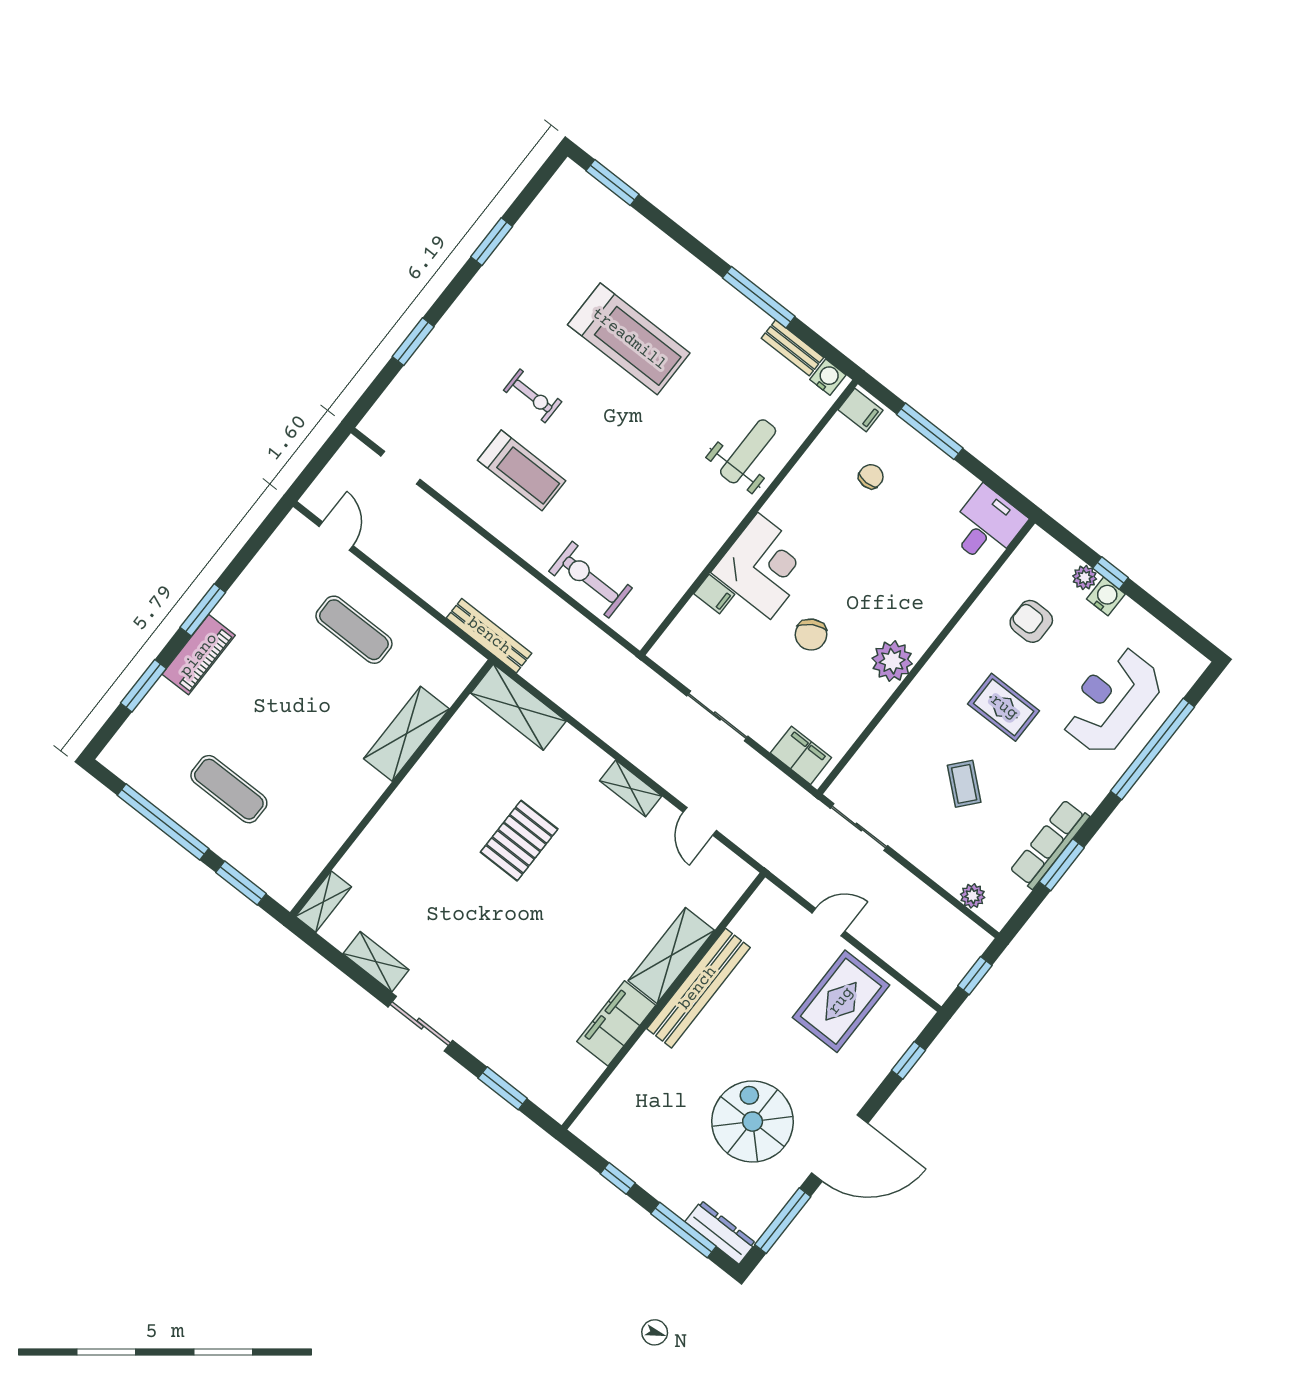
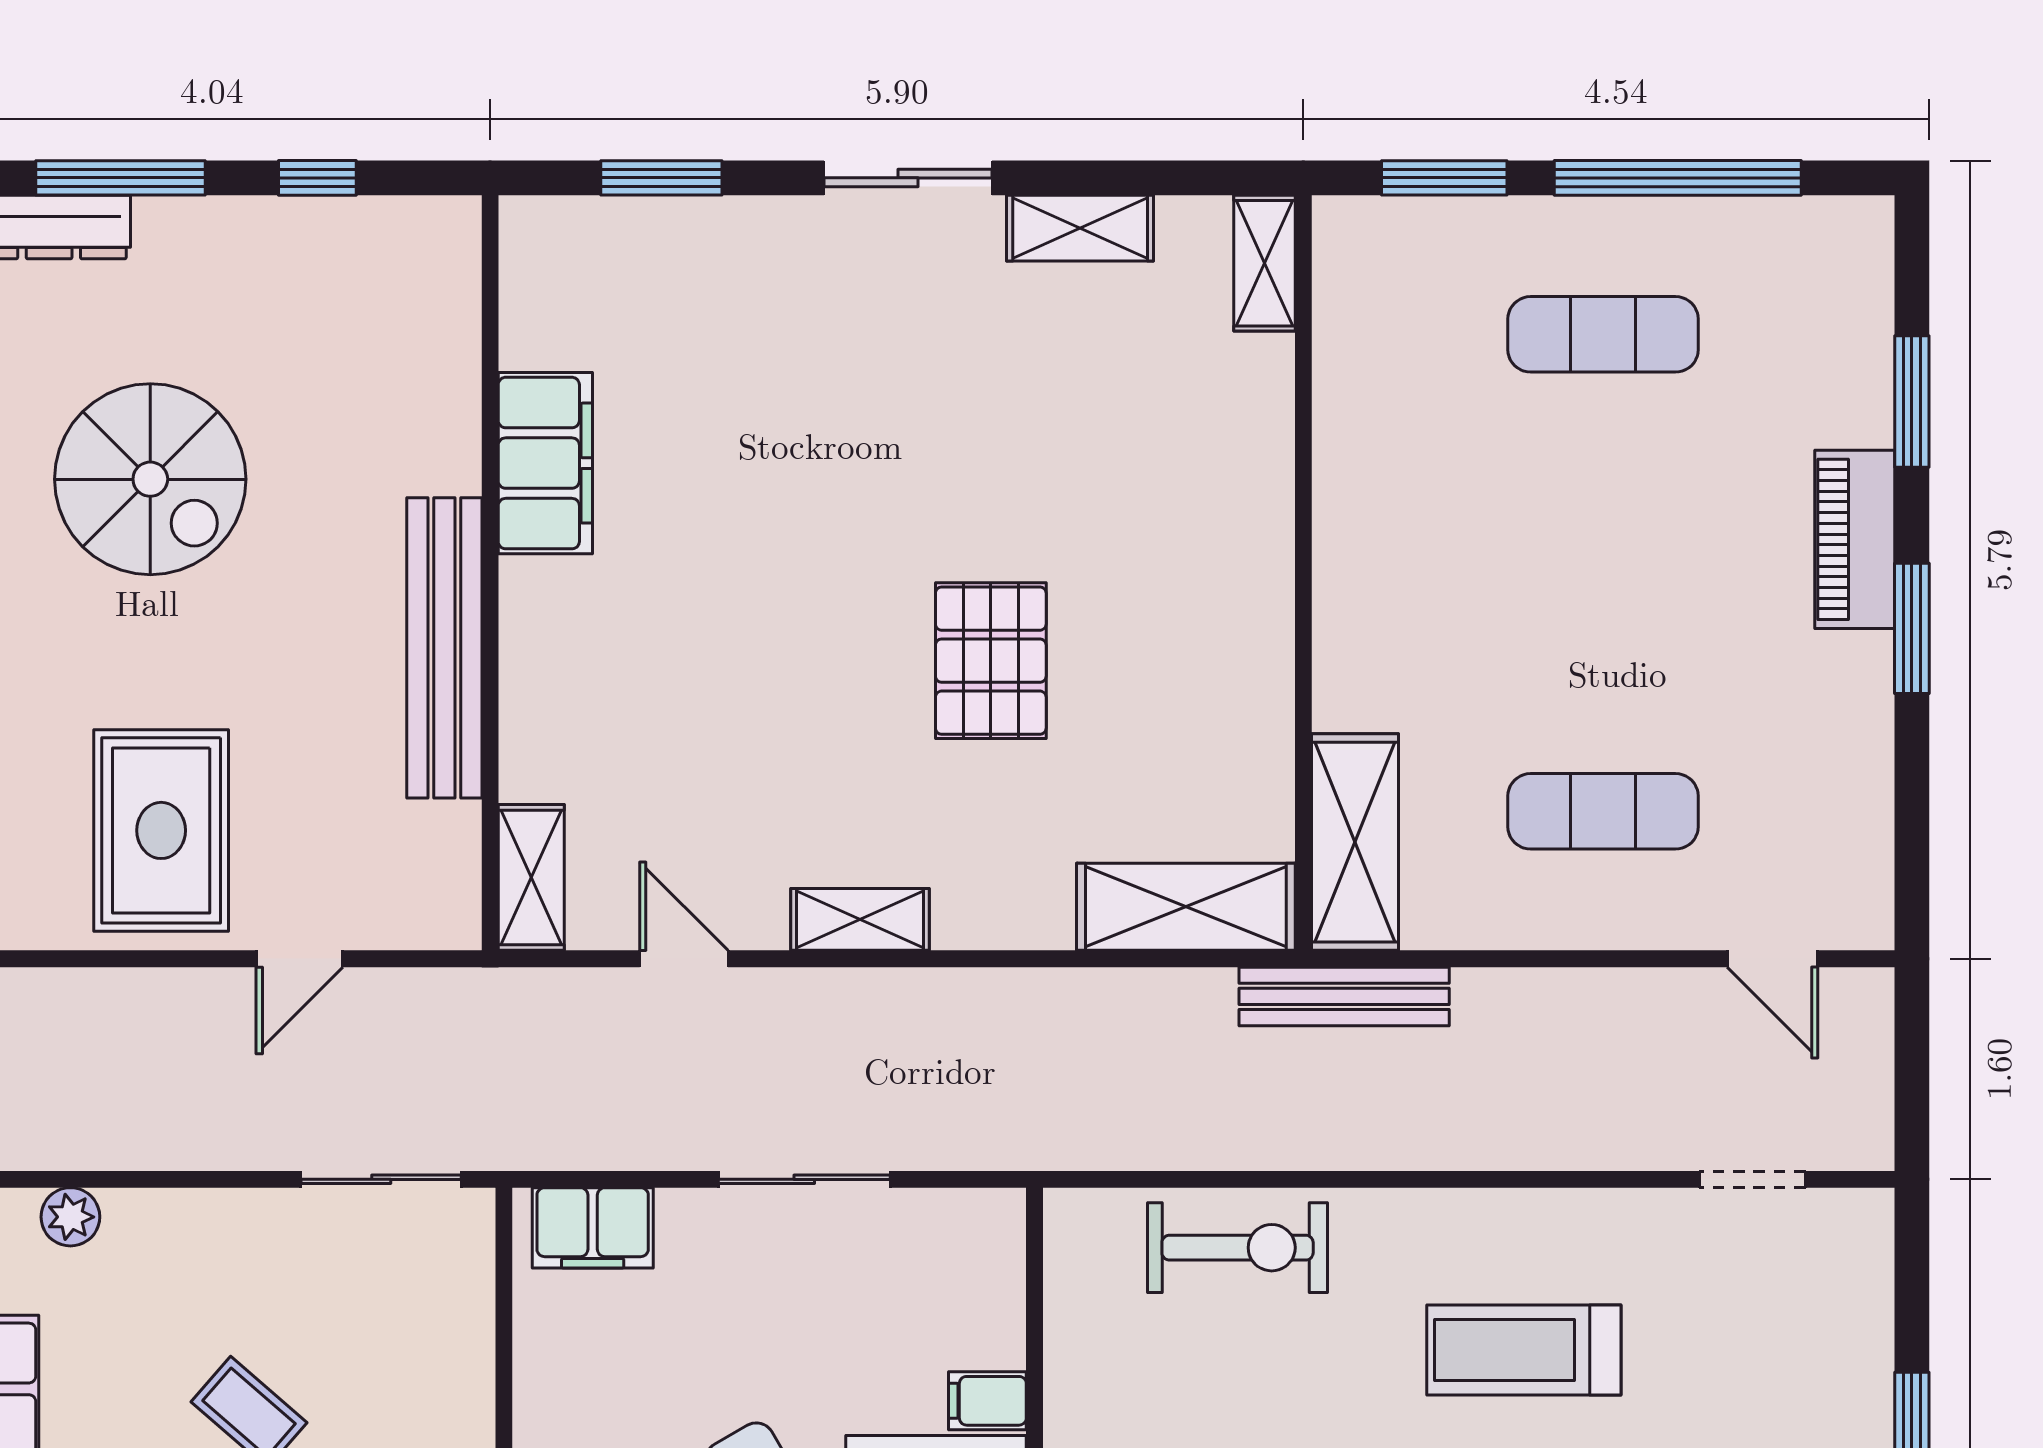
shelving: (406, 734) -> (1355, 842), moved
shelving: (671, 955) -> (531, 877), moved, width x0.67, depth x0.75

